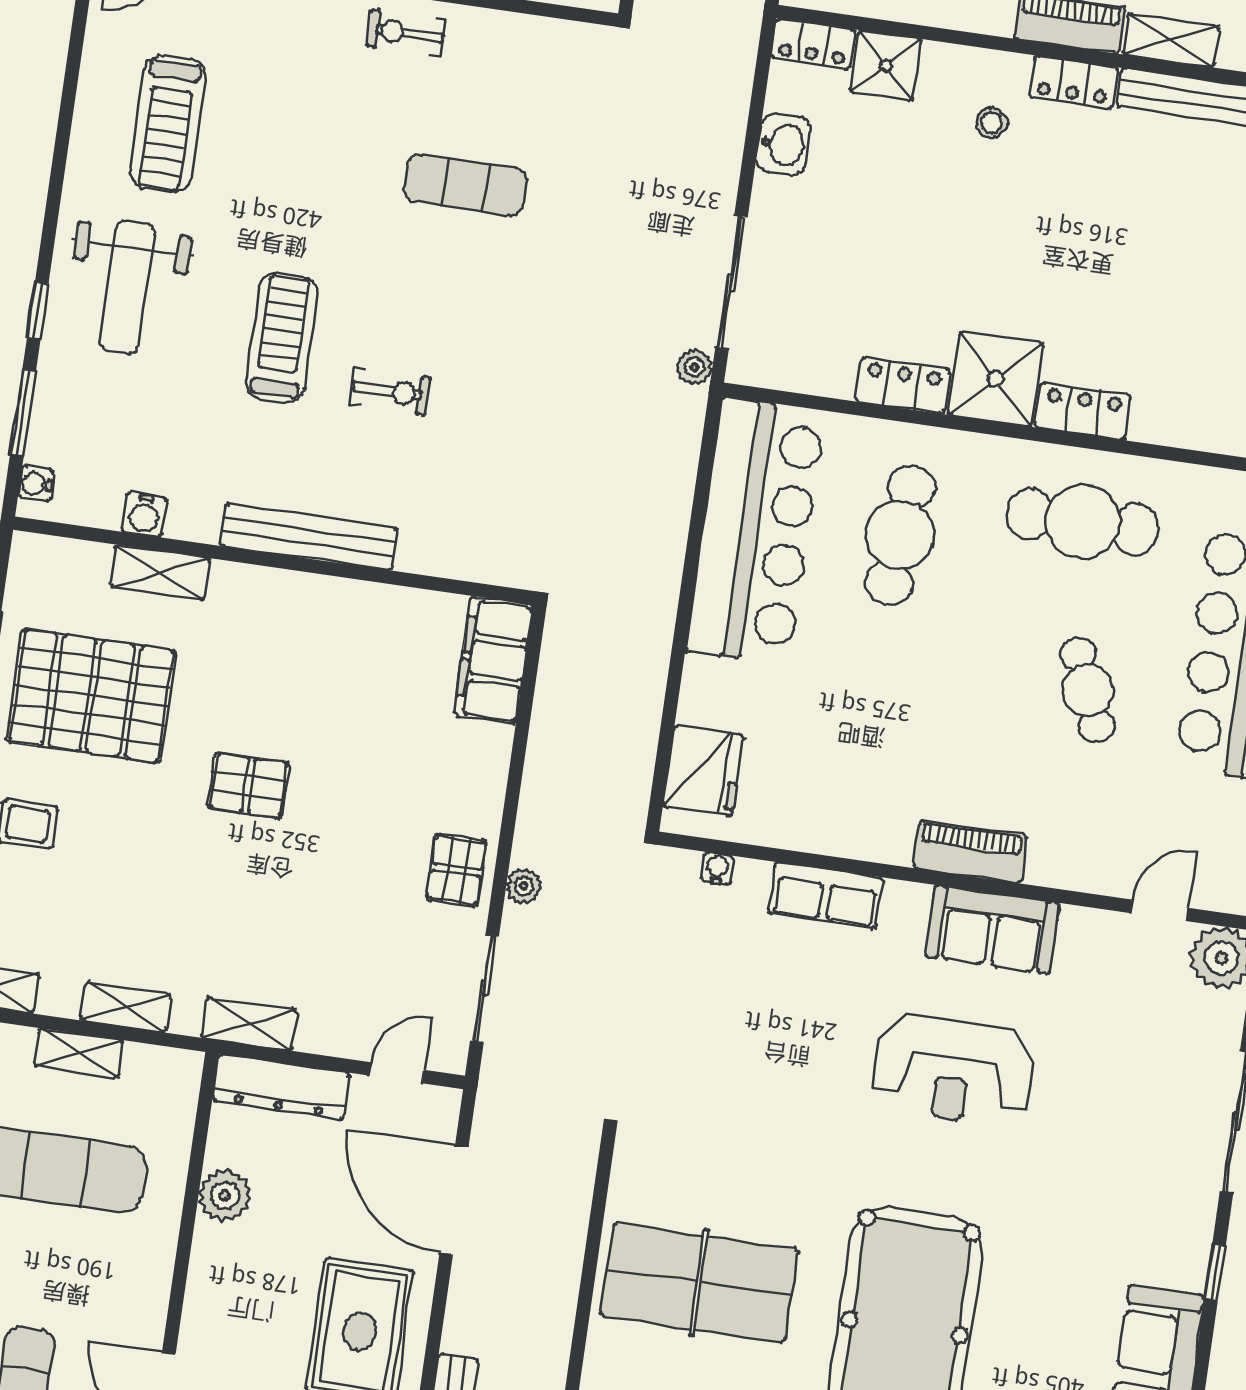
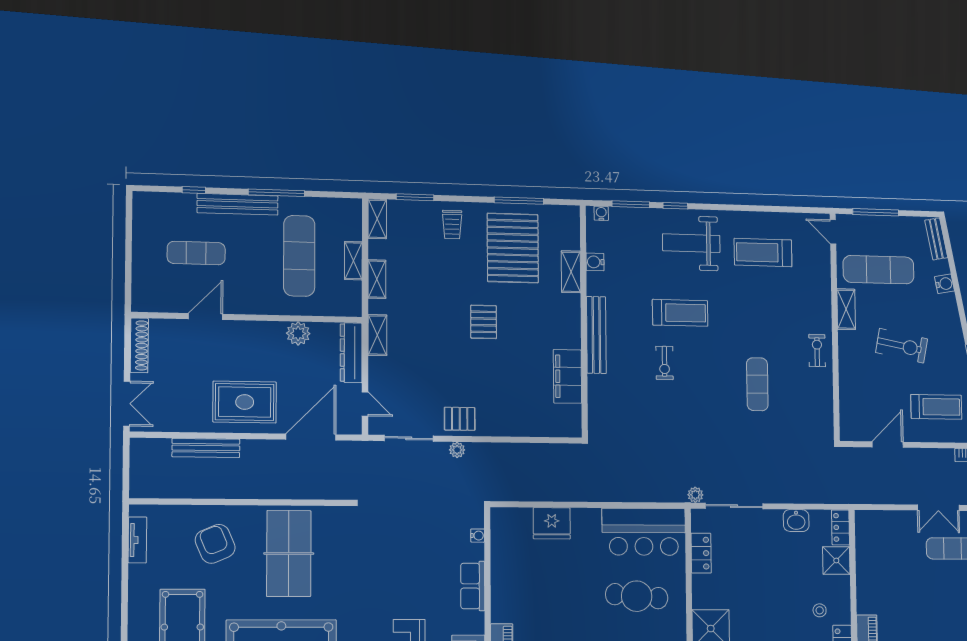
locker: (903, 385) -> (701, 553), moved
bar counter: (756, 531) -> (644, 532), width x0.73
filing cabinet: (493, 660) -> (567, 376), moved, turned -90
fridge: (703, 771) -> (552, 523), moved

